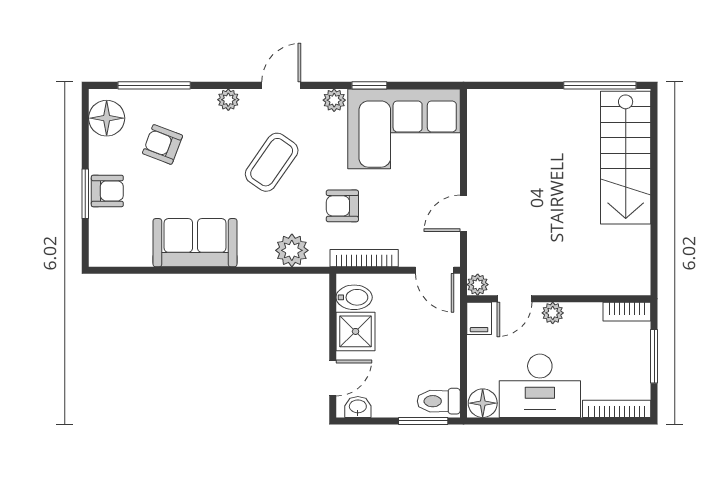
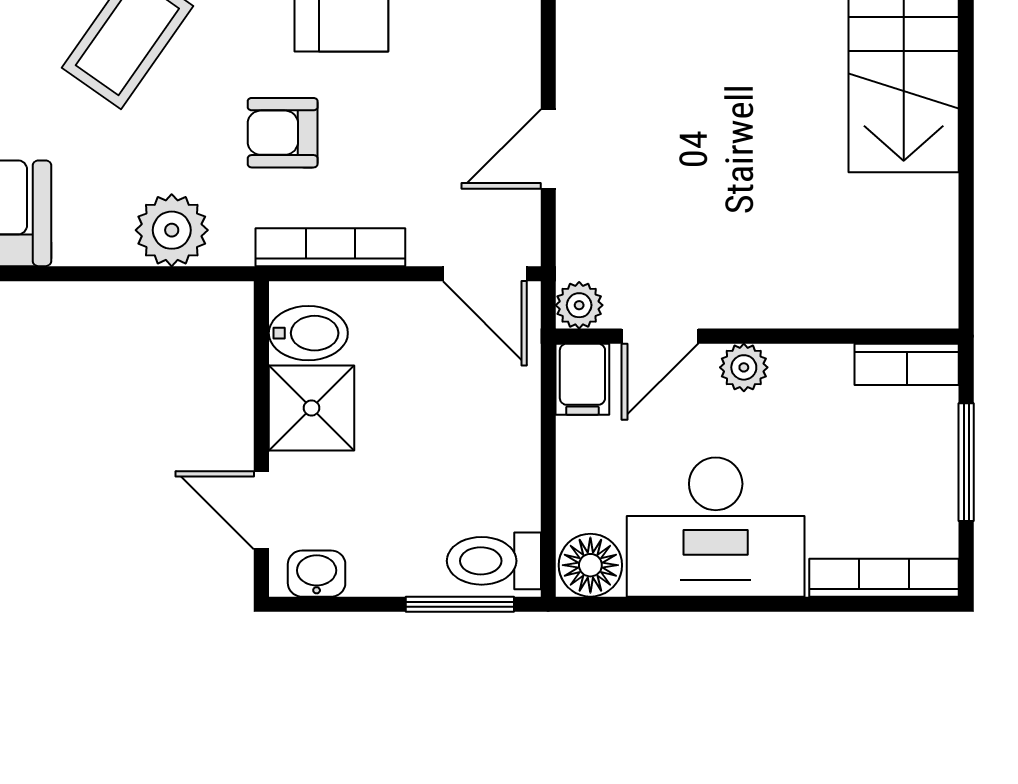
door: (333, 378) -> (261, 510), swing flipped

